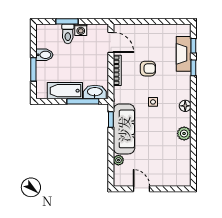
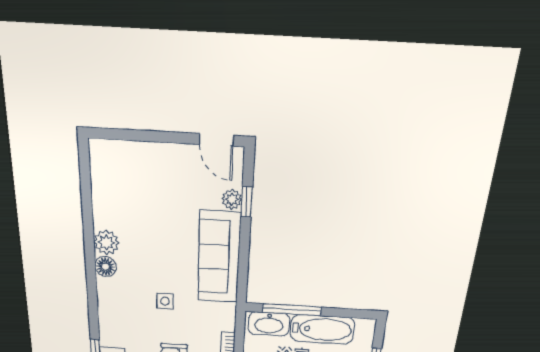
floor lamp: (185, 106) -> (106, 267), moved
window: (111, 120) -> (247, 202), moved
door: (141, 189) -> (216, 140), moved

